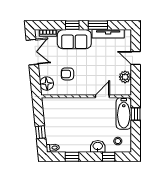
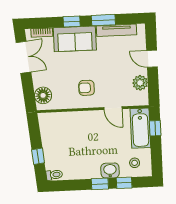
armchair: (67, 74) -> (87, 88), moved
door: (102, 96) -> (113, 108), swing flipped
window: (72, 157) -> (100, 184), moved

